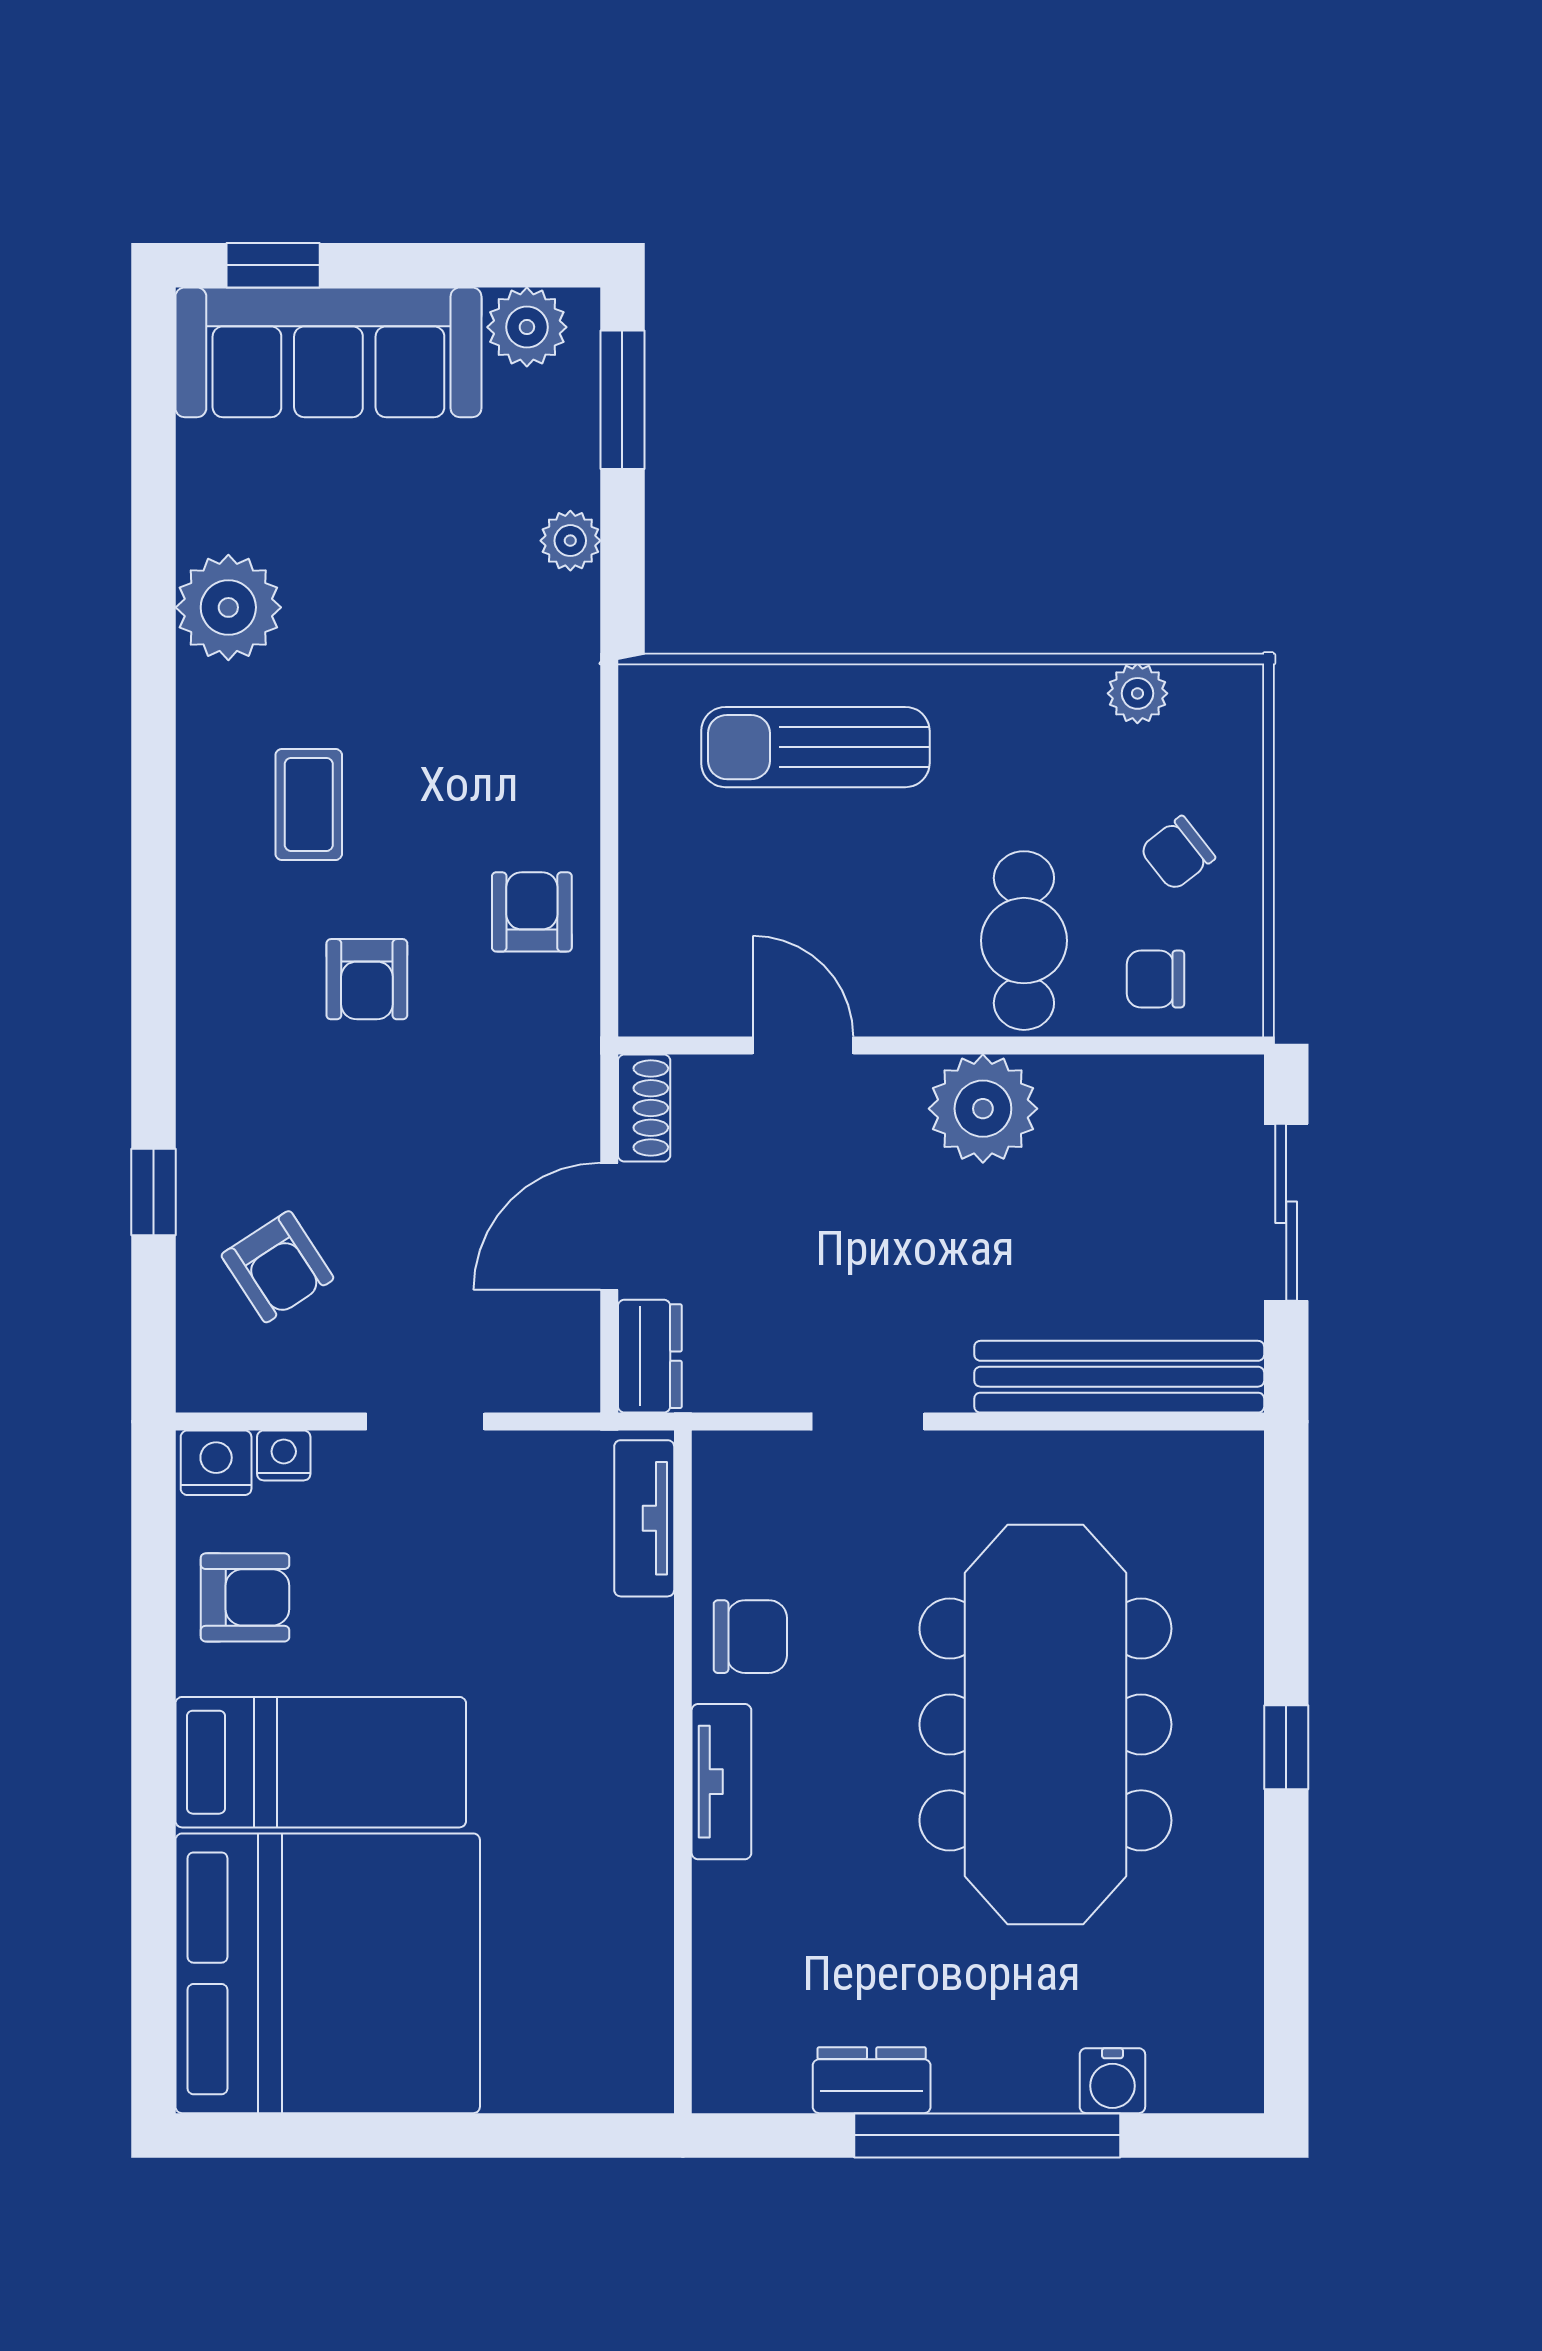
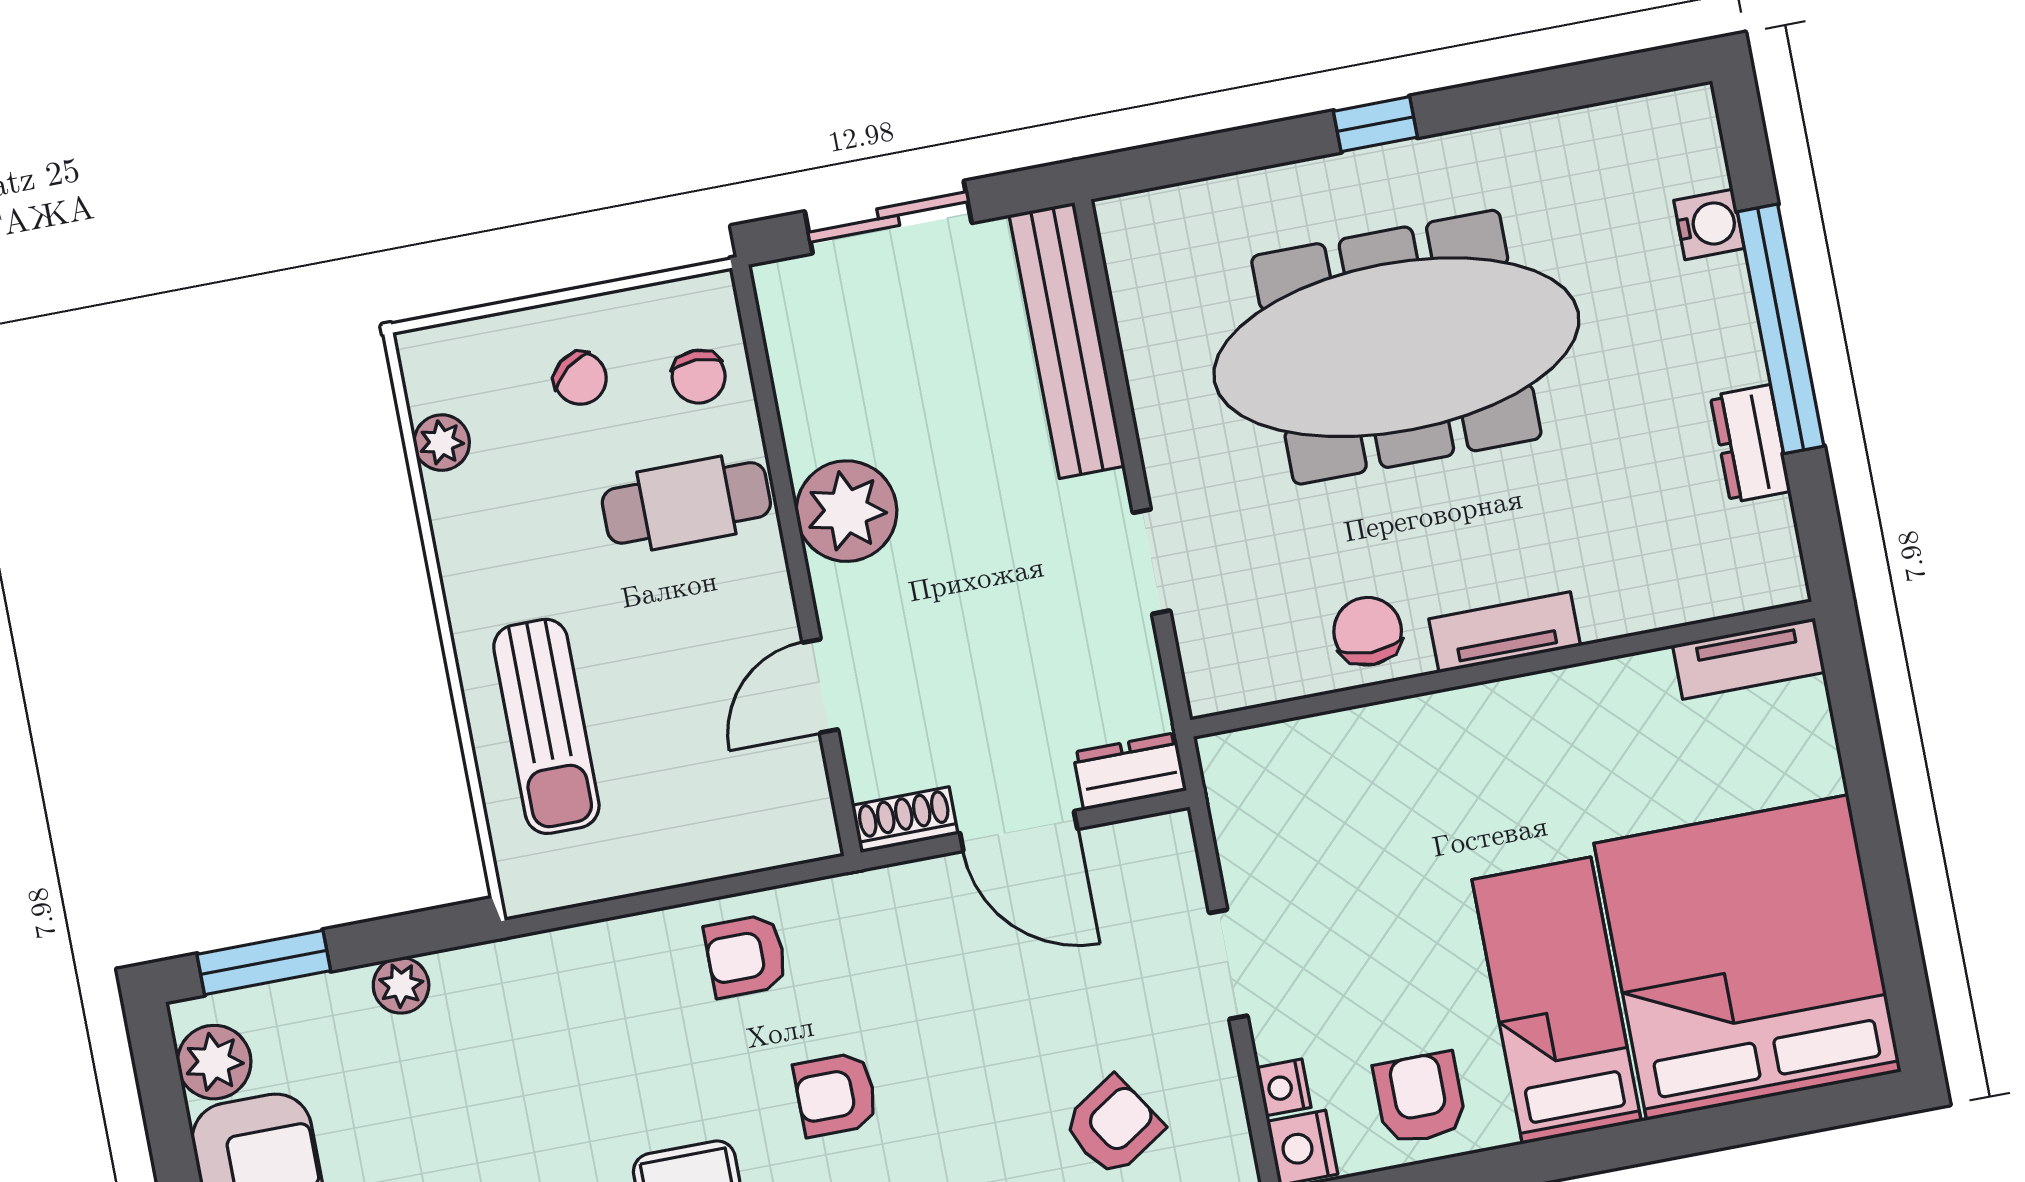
armchair: (367, 979) -> (836, 1094), turned 180
tv unit: (644, 1518) -> (1749, 659), moved

